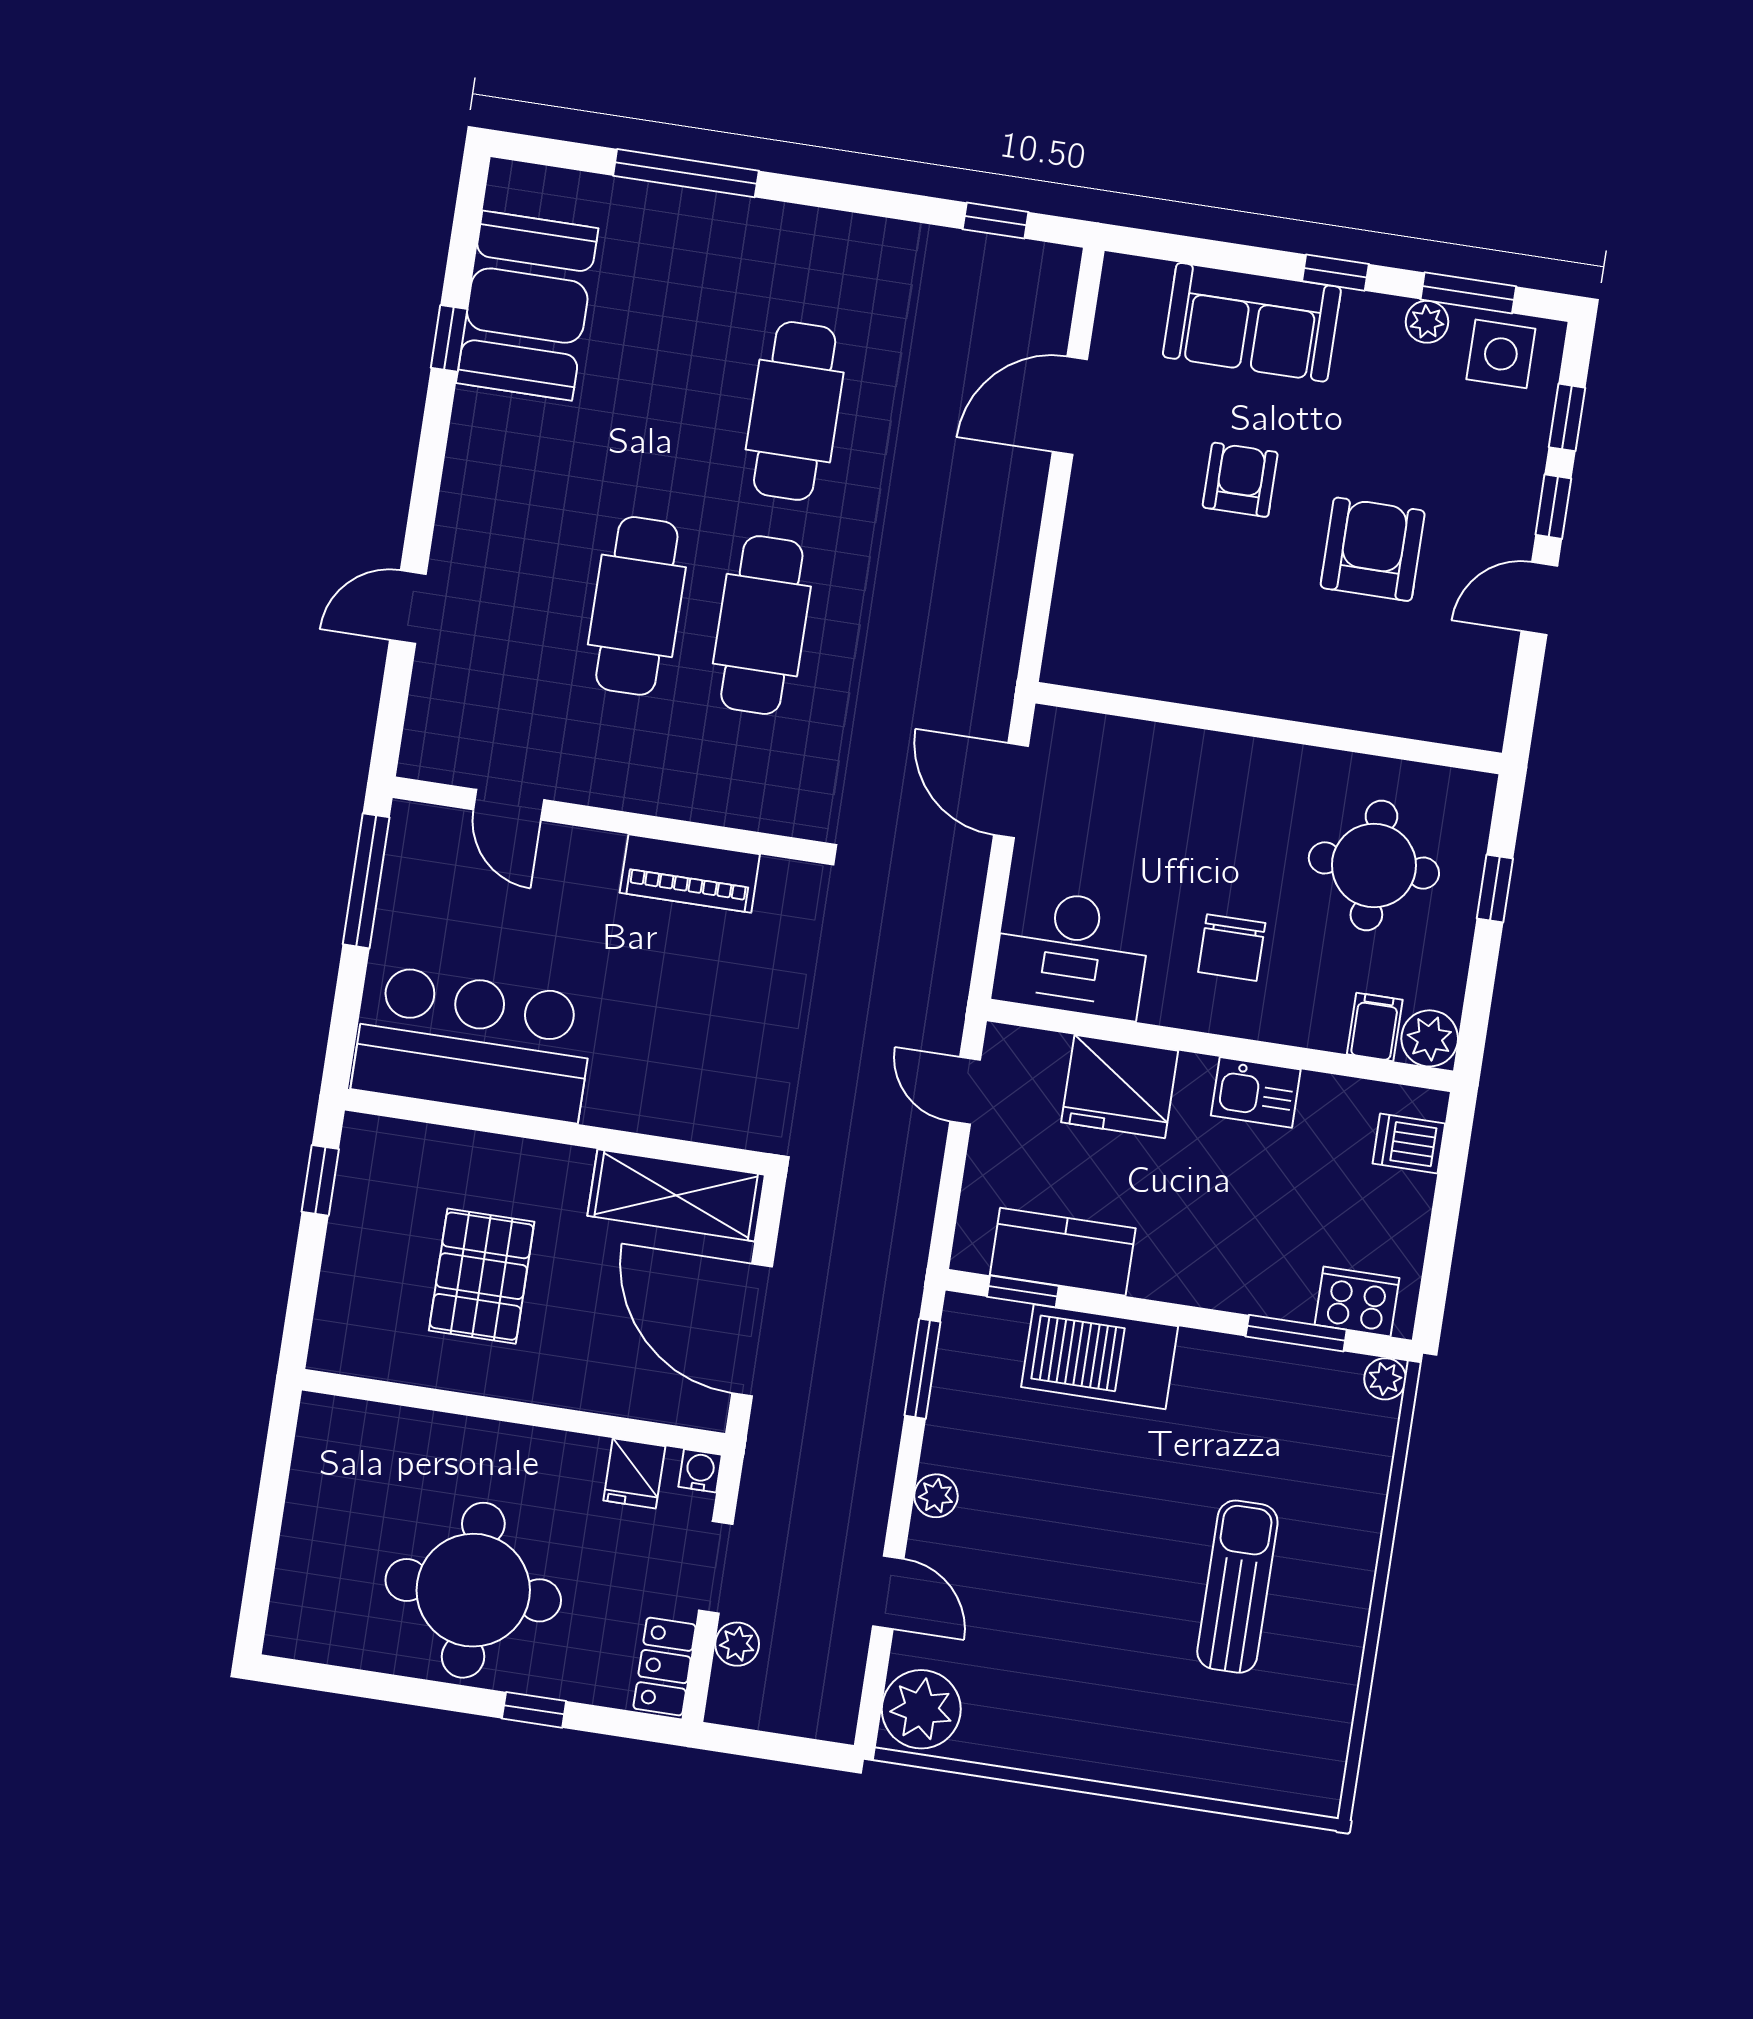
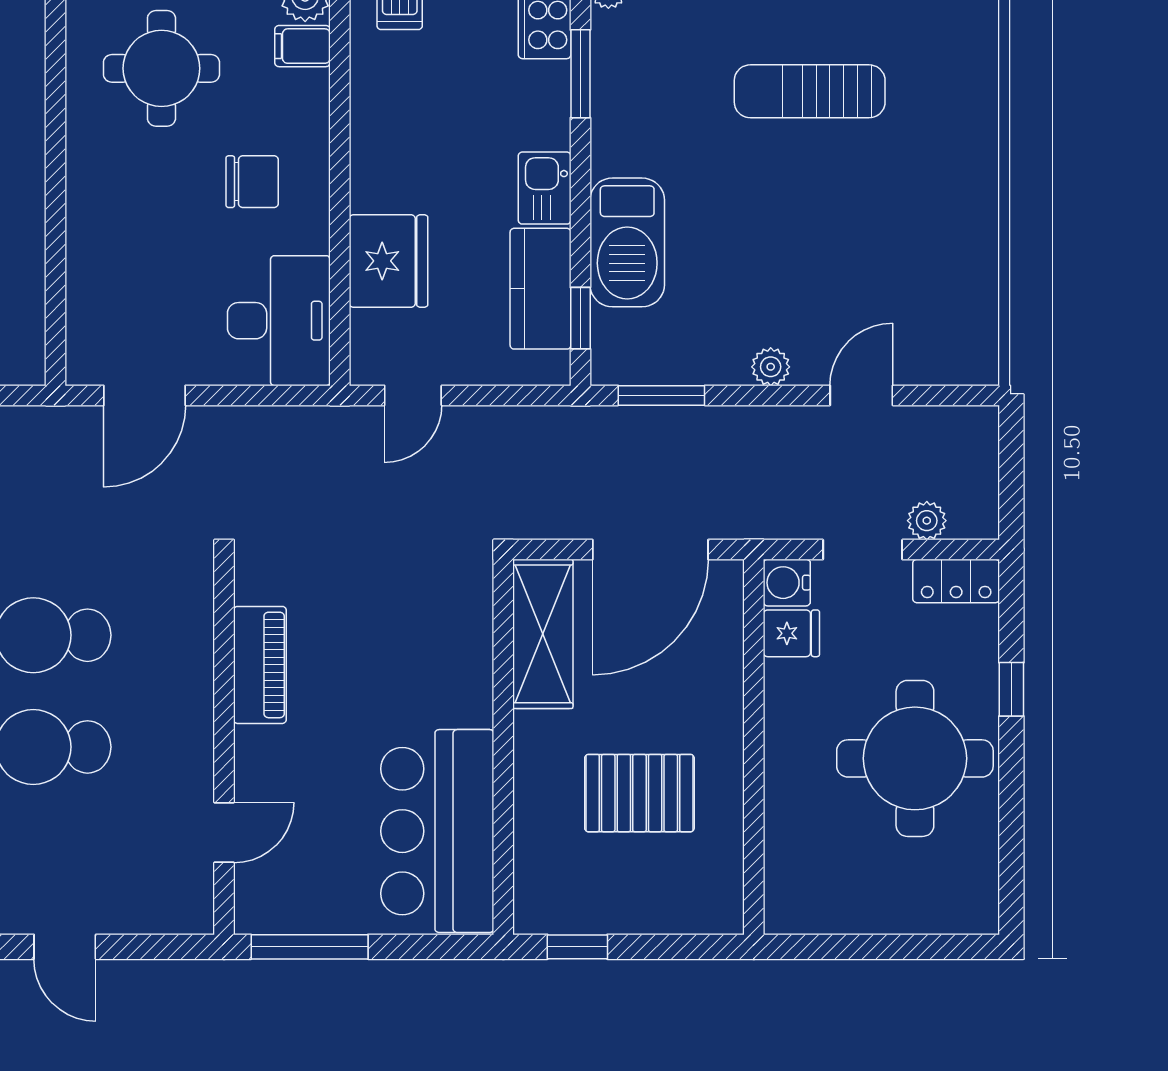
kitchen sink: (1256, 1092) -> (545, 188), moved, turned 180
water cooler: (700, 1471) -> (787, 583), width x1.38, depth x1.38
plant: (921, 1709) -> (959, 351), removed

